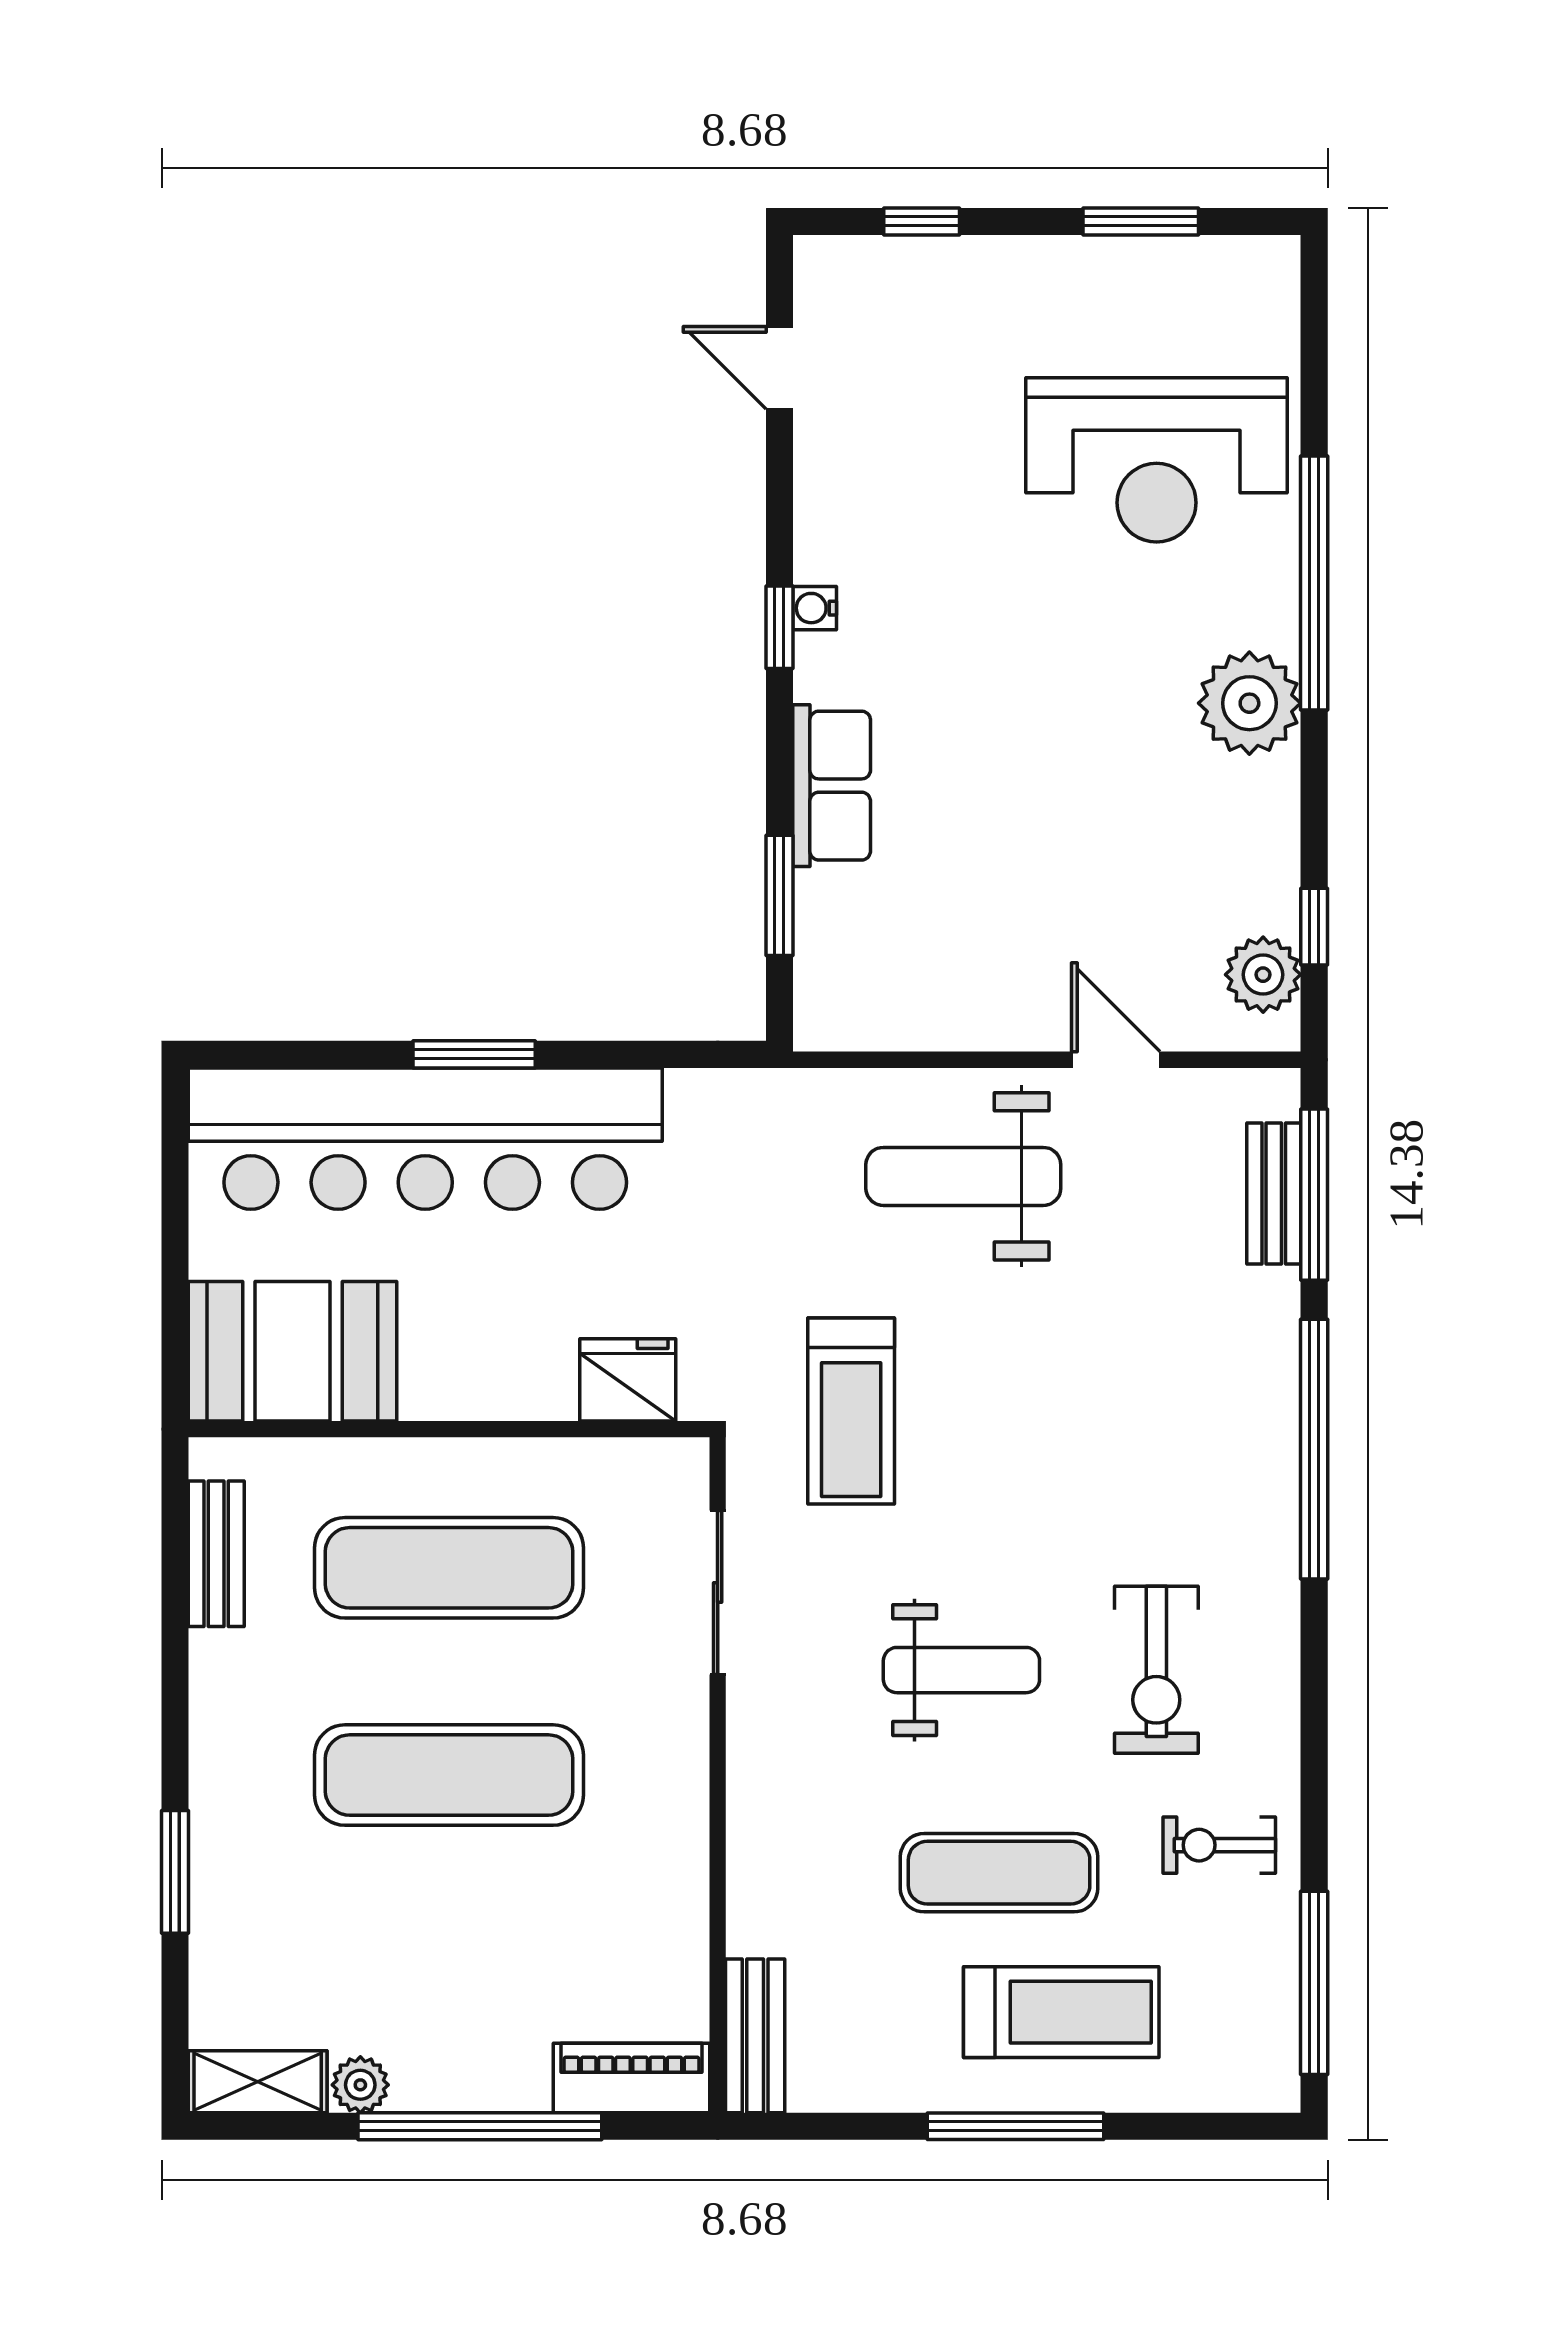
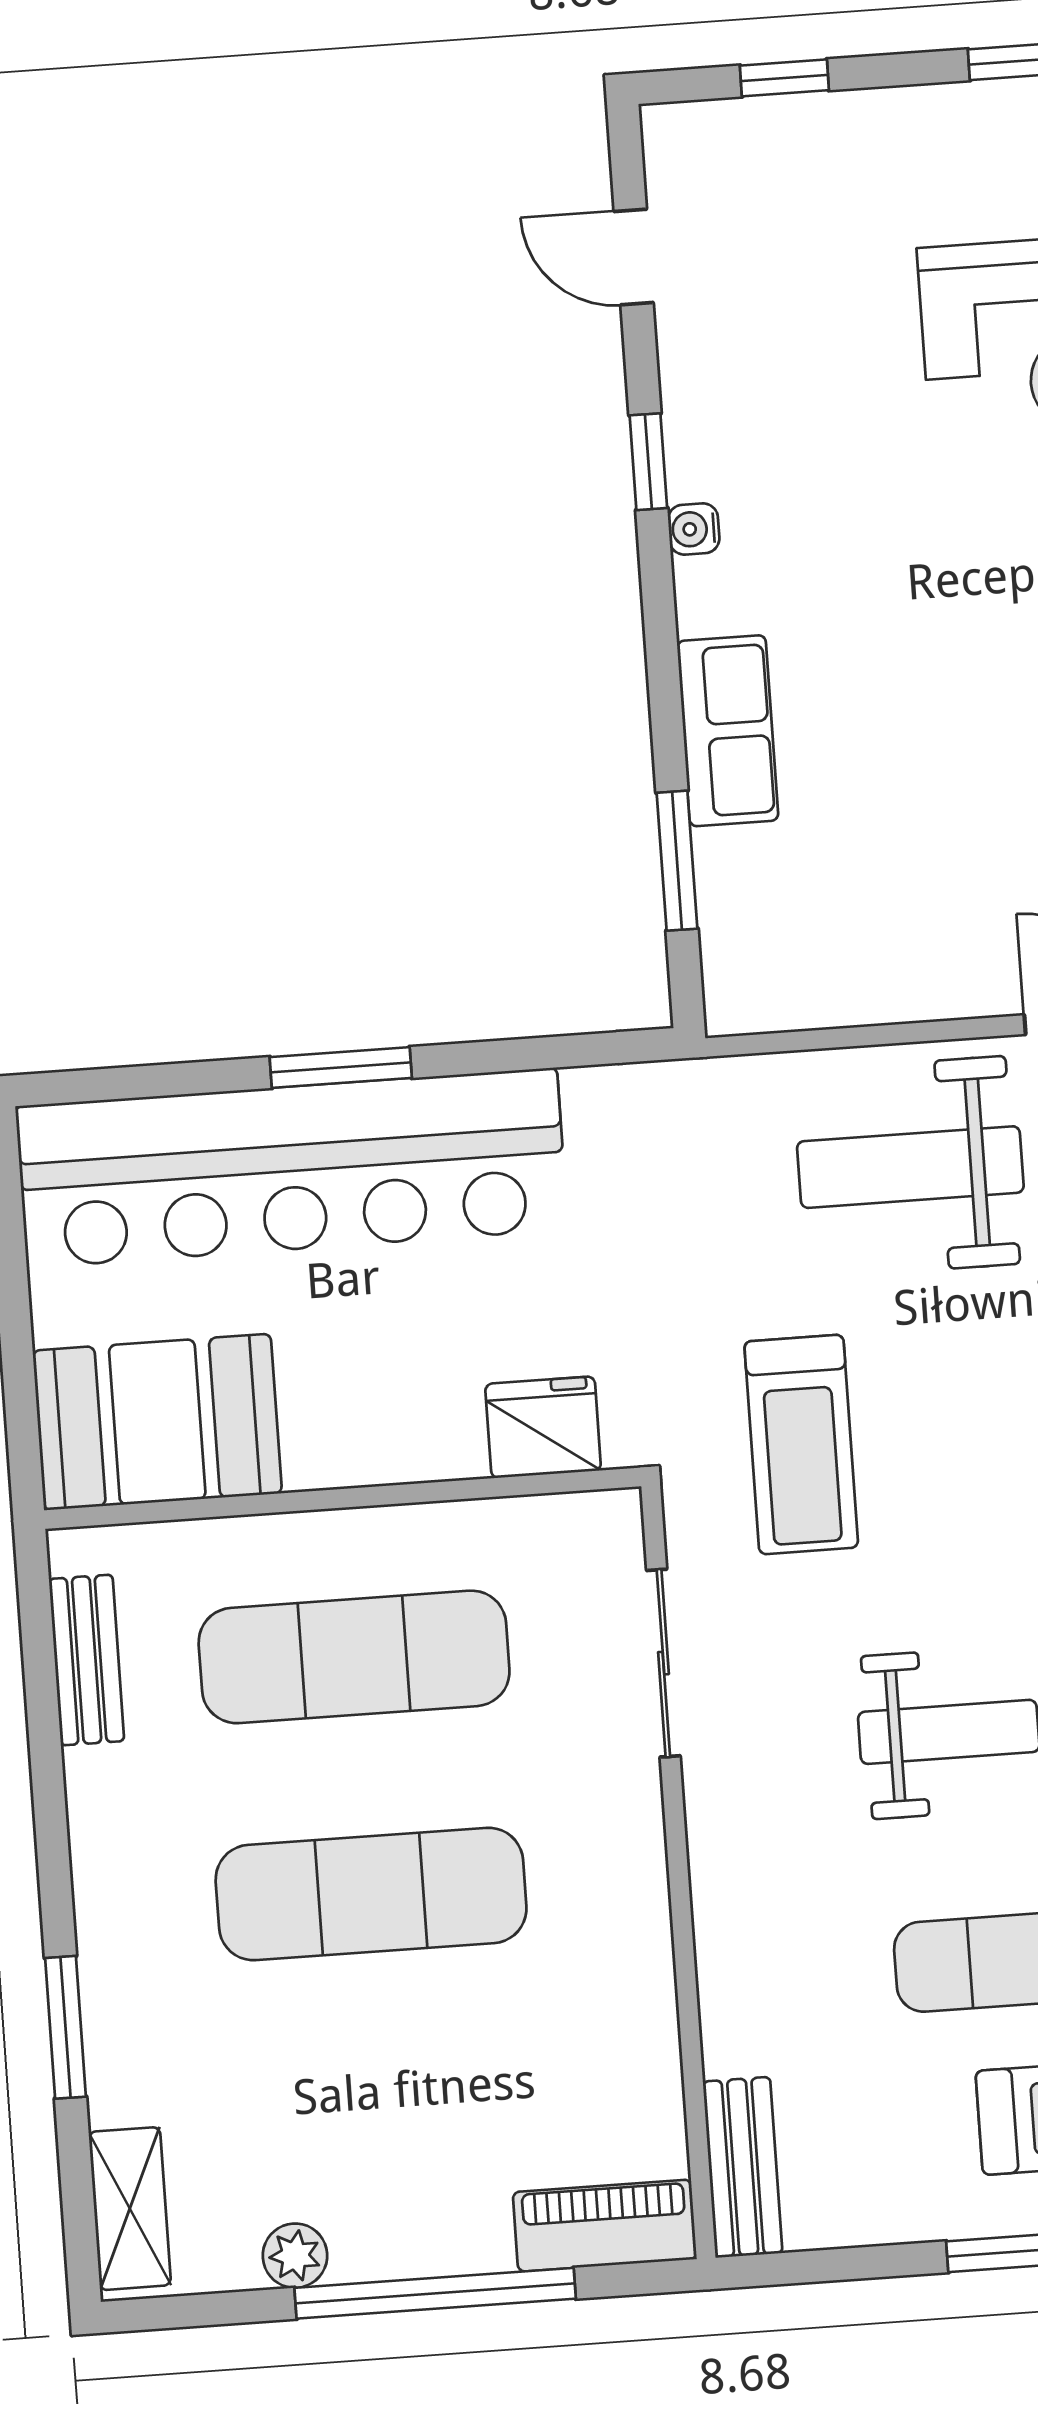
window: (779, 627) -> (648, 462), moved
shelving: (258, 2082) -> (130, 2209), moved, turned 90

